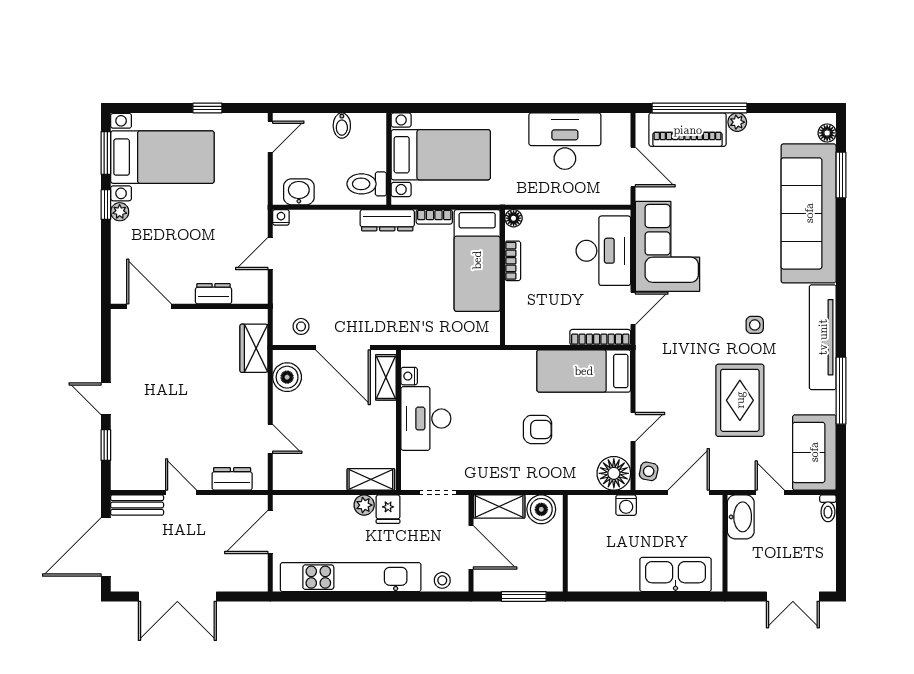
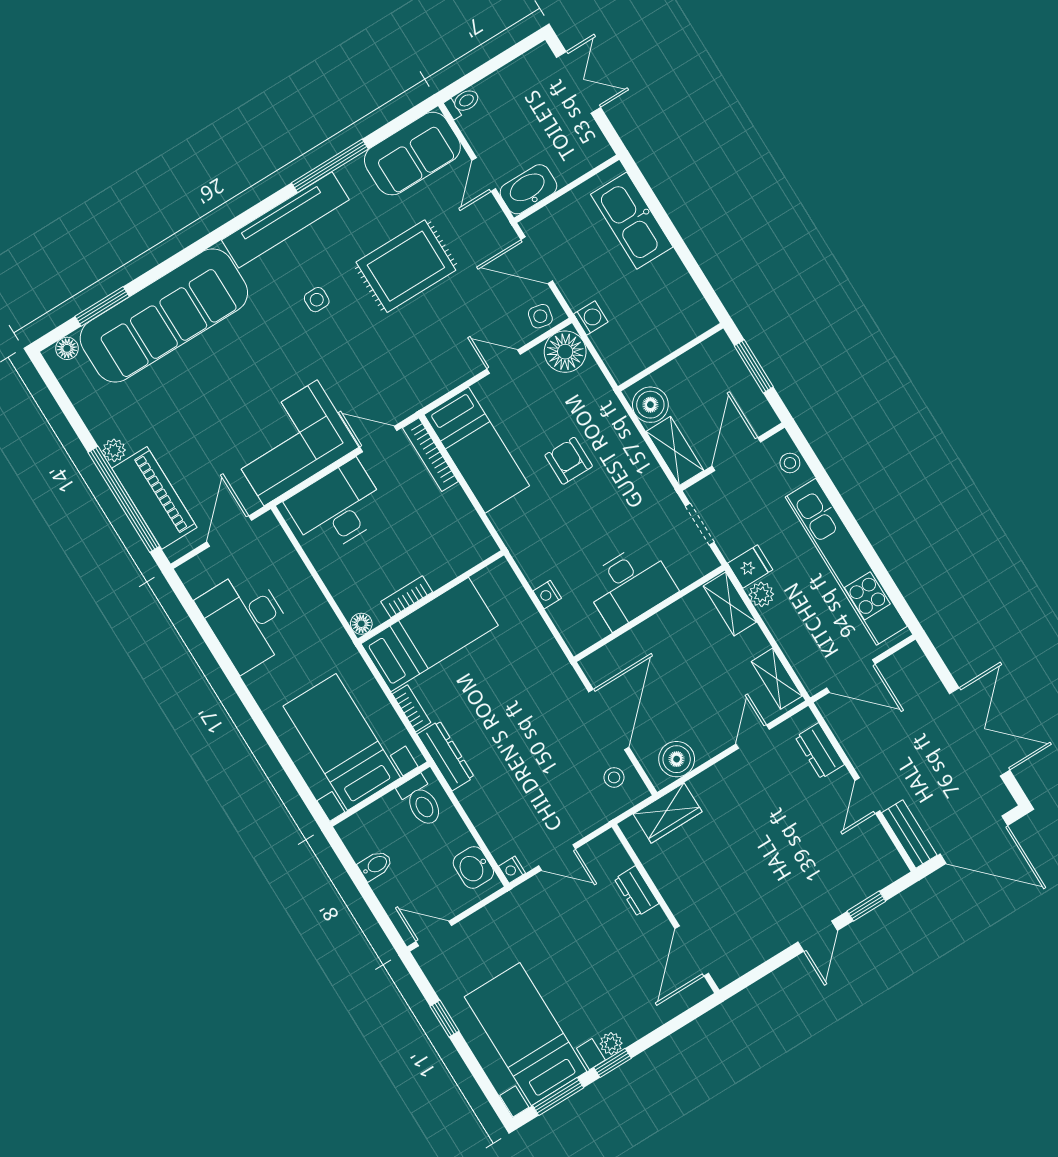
nightstand: (409, 376) -> (547, 595), moved, turned 90
shelving: (386, 377) -> (777, 679), moved, turned 90

